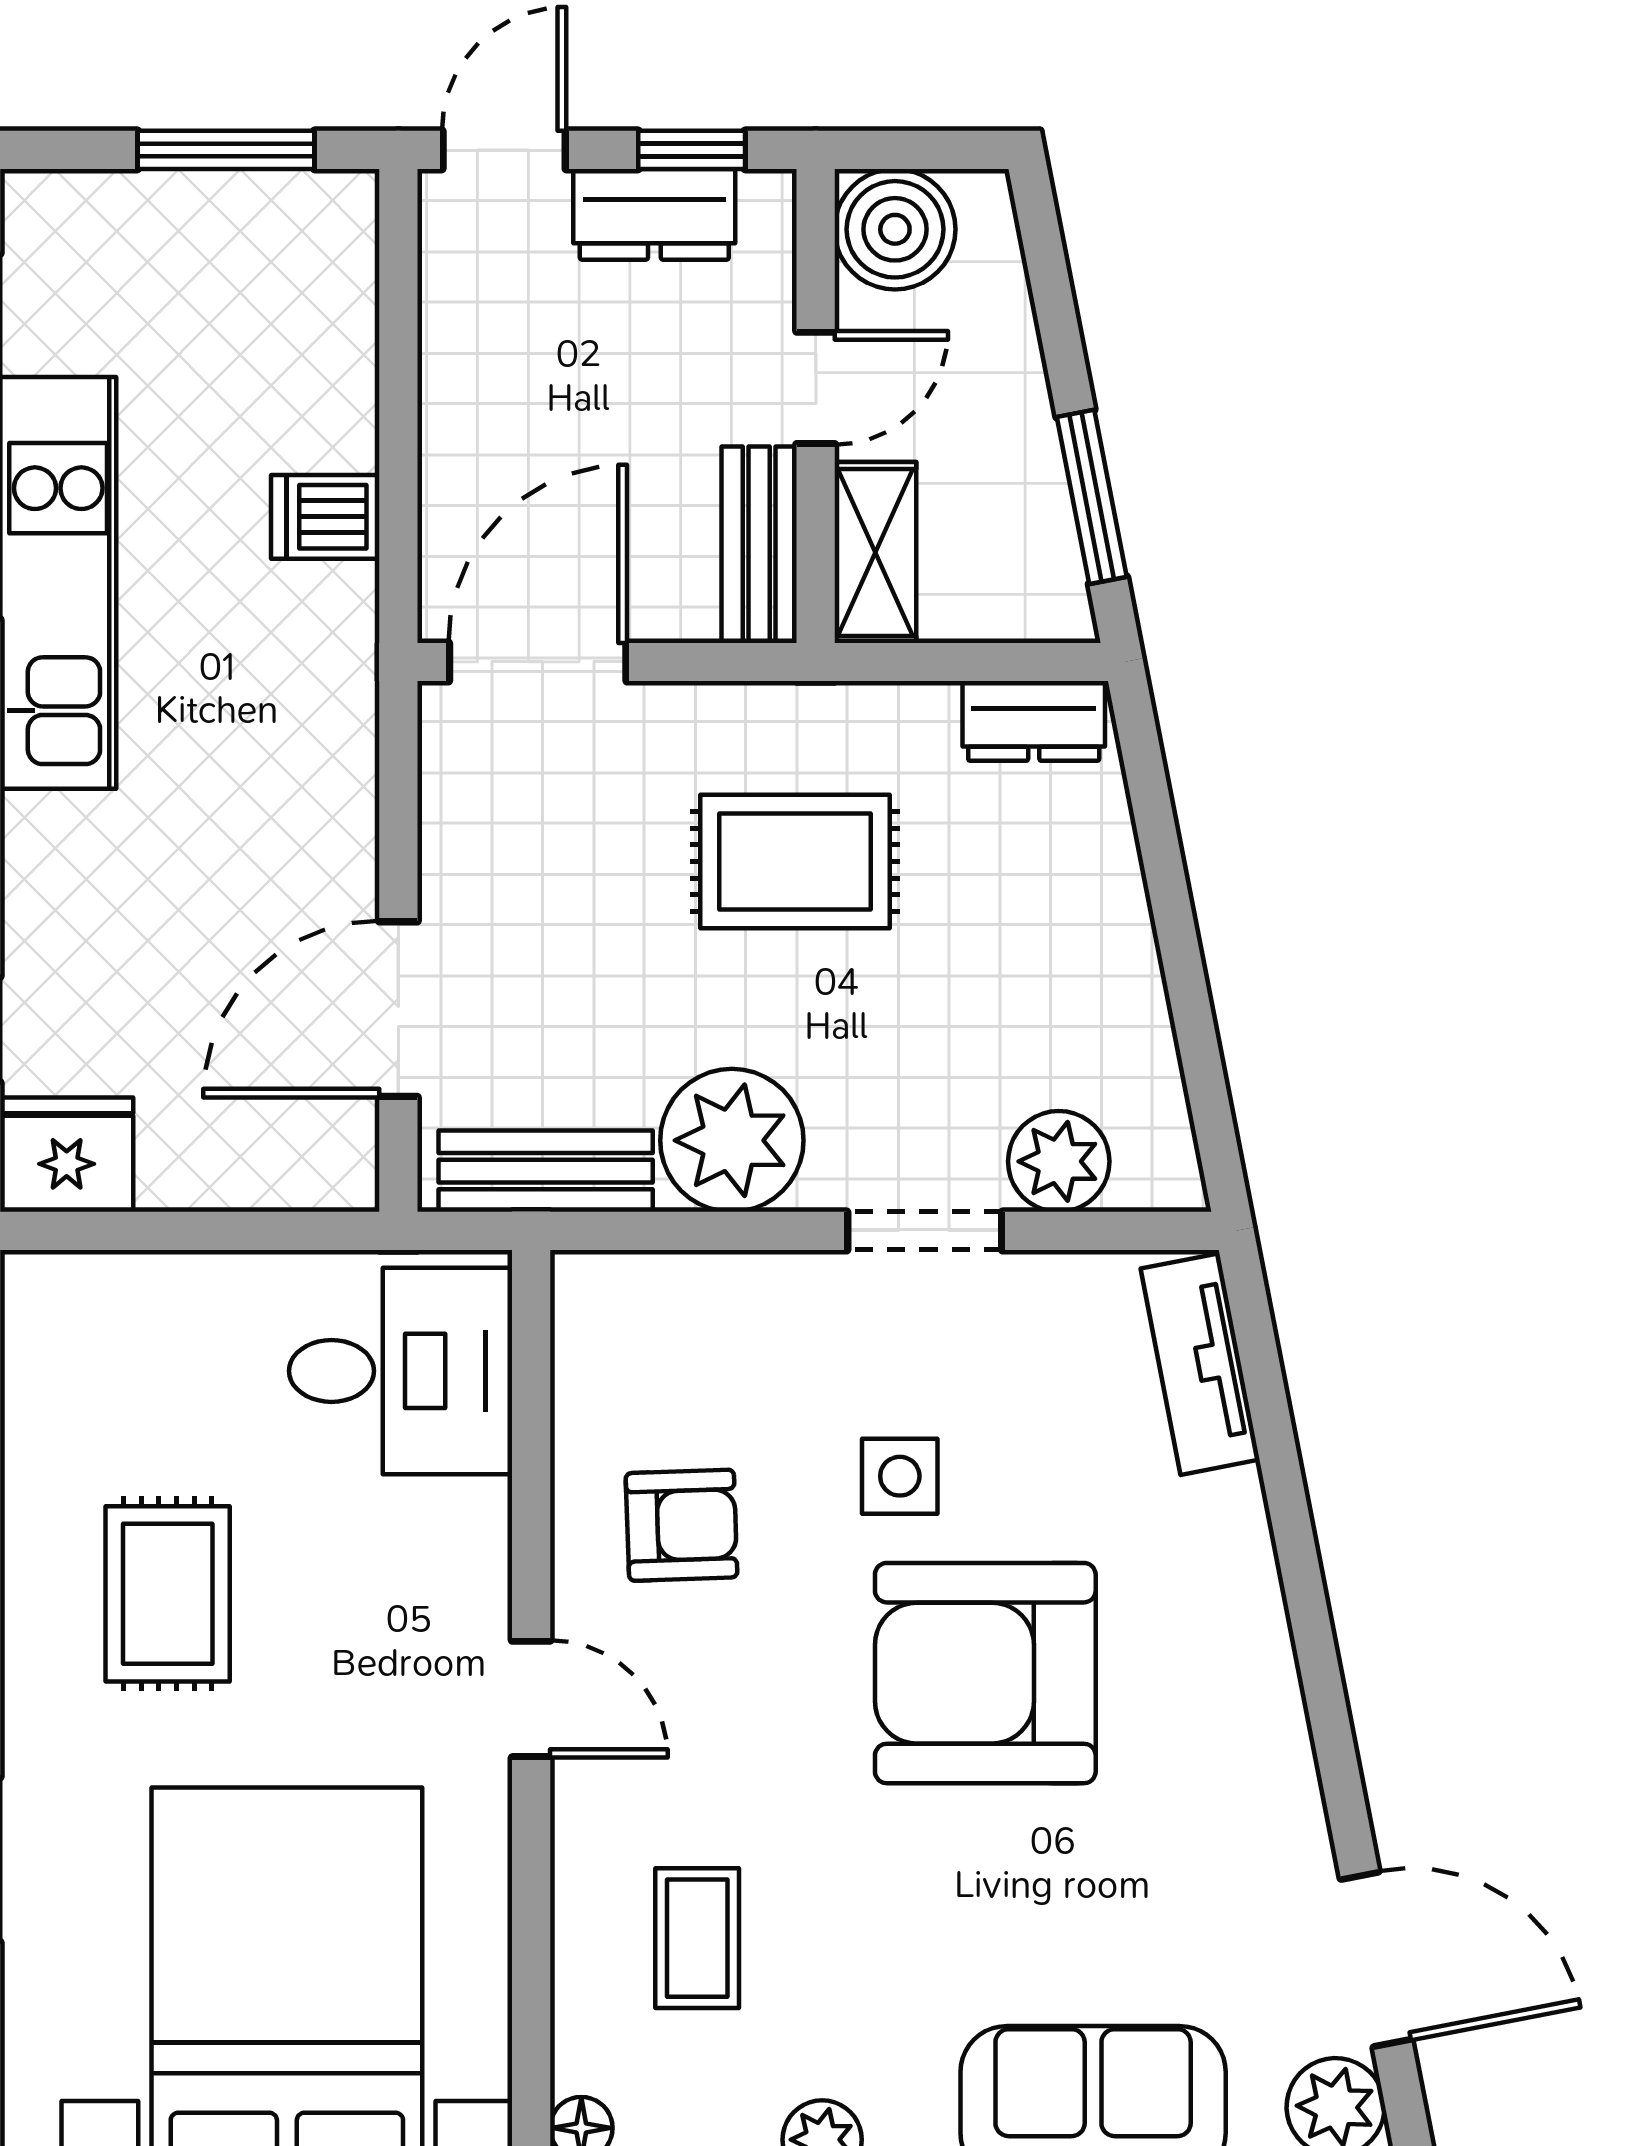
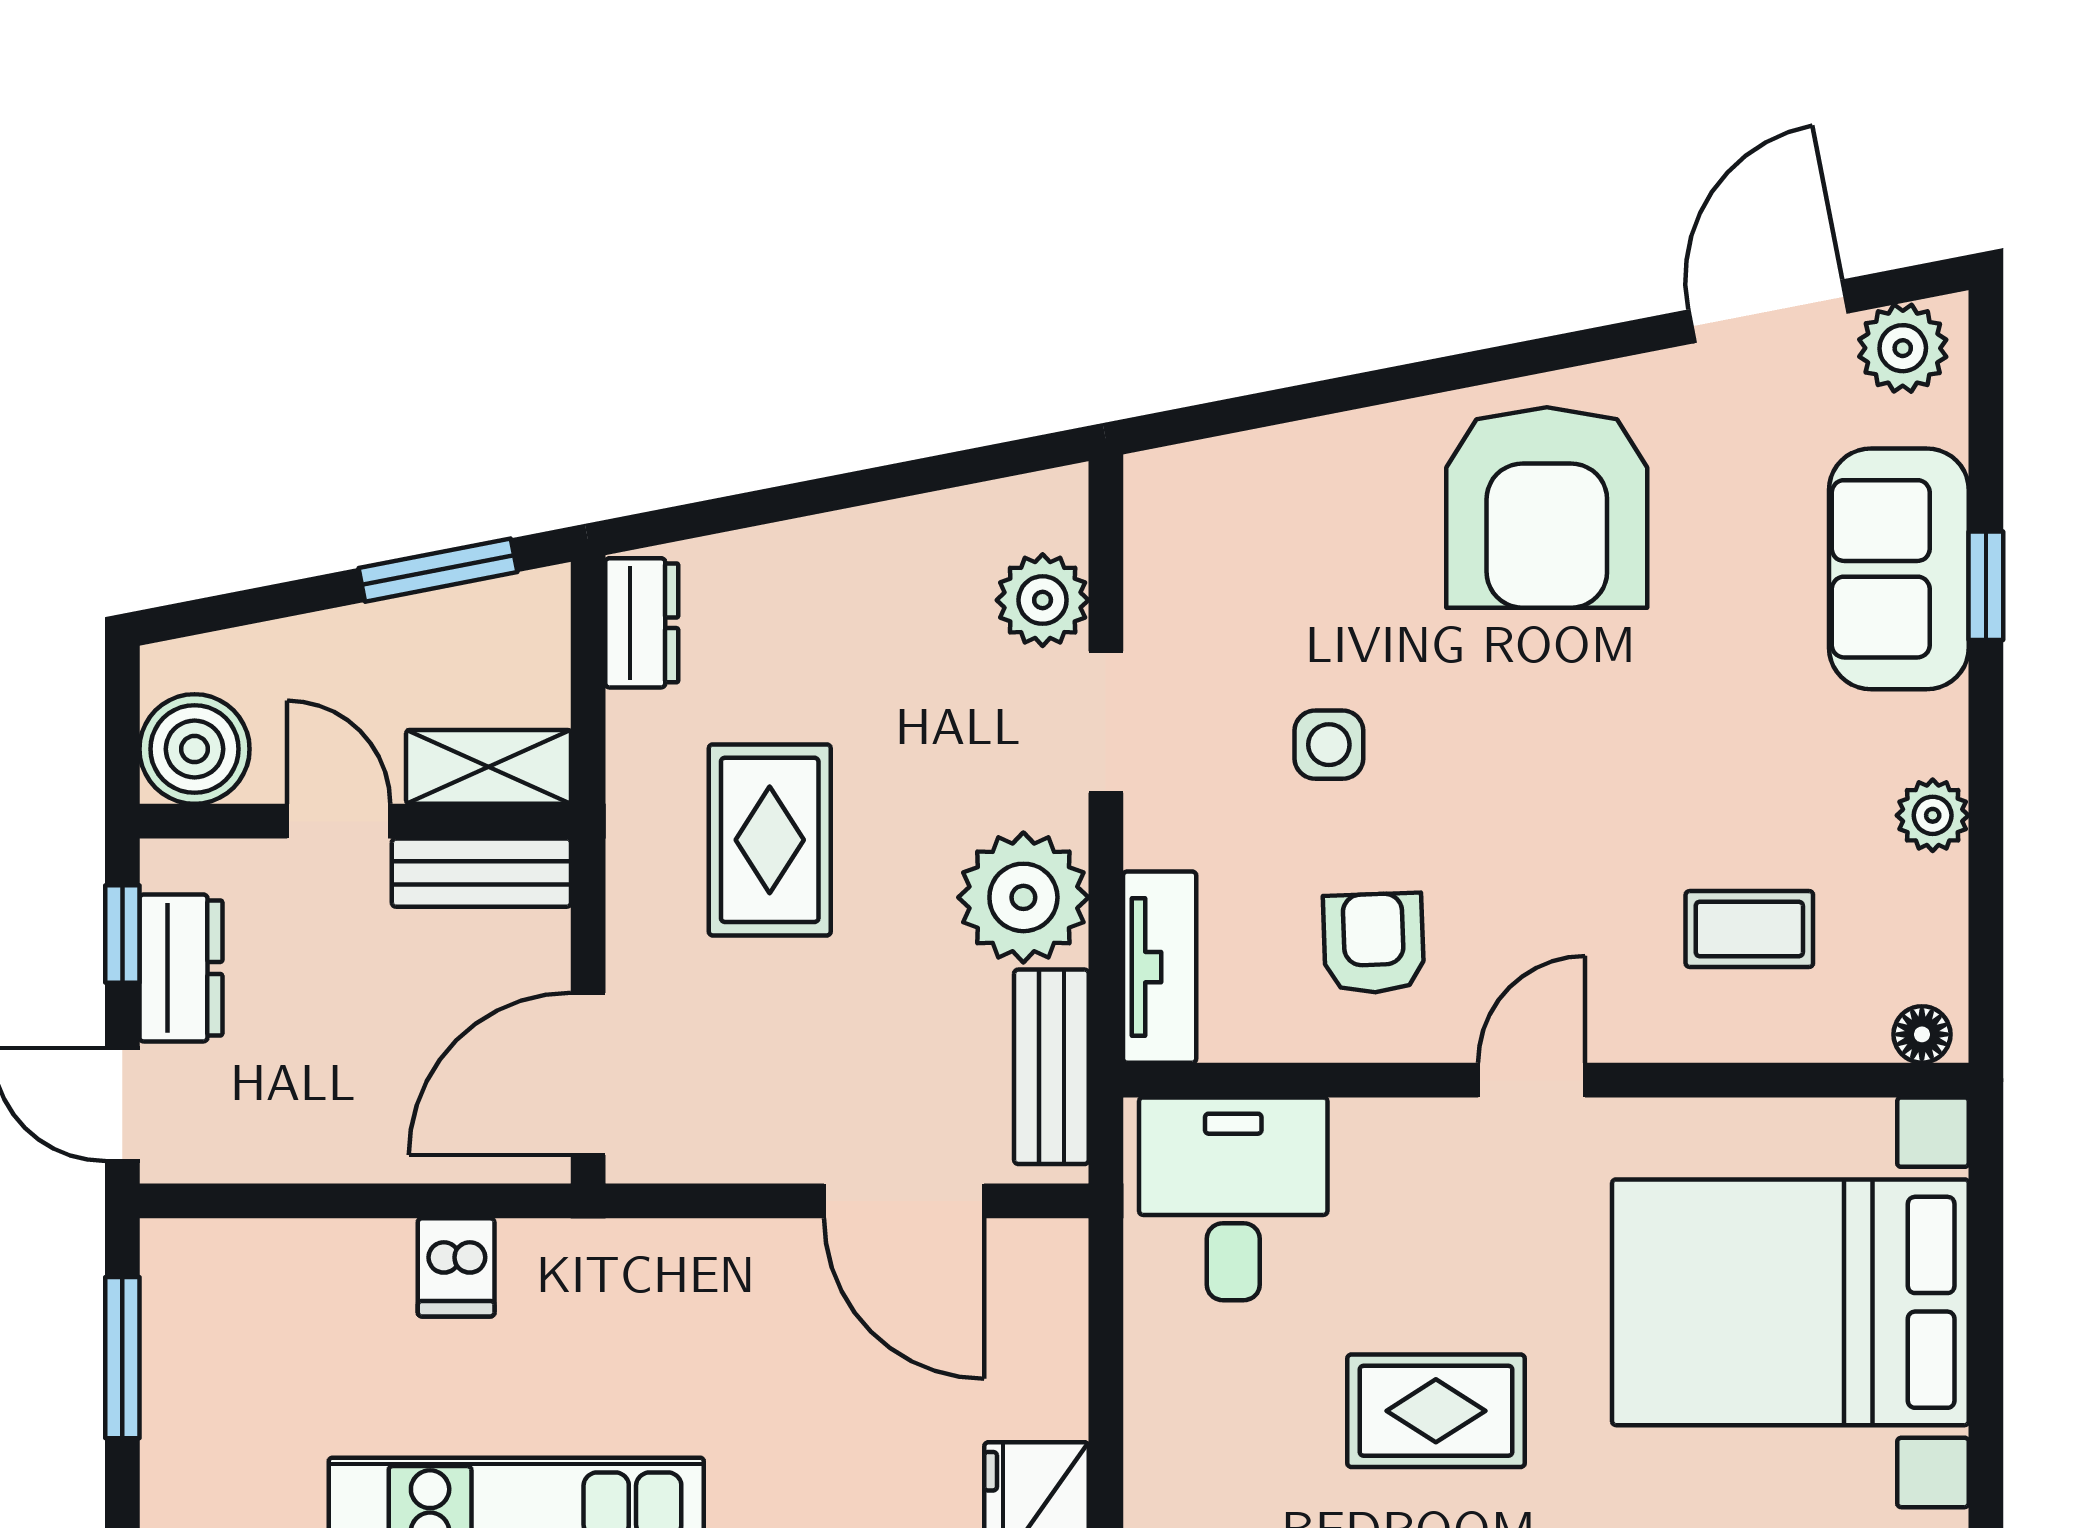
door: (538, 662) -> (588, 1074), hinge flipped
tv unit: (1200, 1364) -> (1160, 967), moved, turned -79
armchair: (985, 1673) -> (1547, 507), moved

